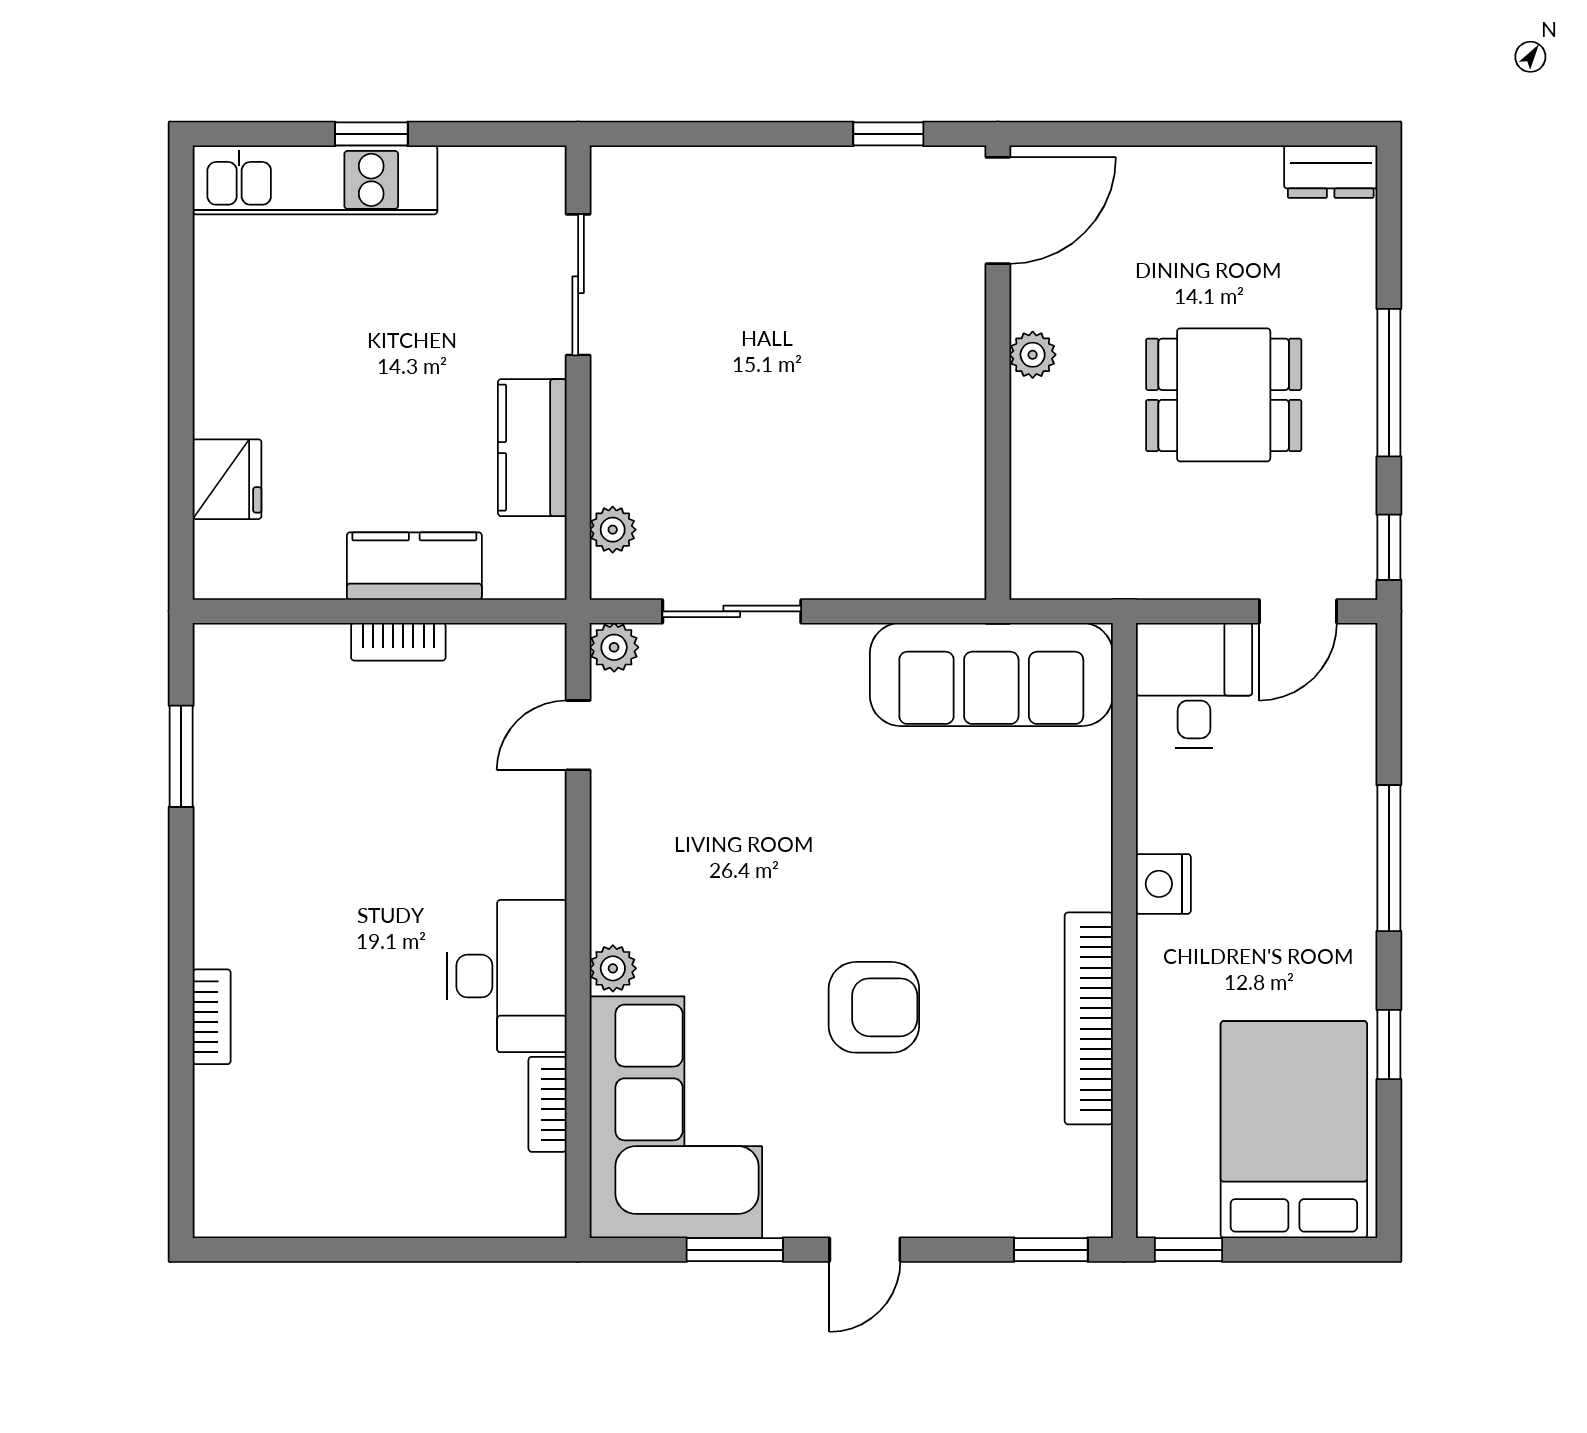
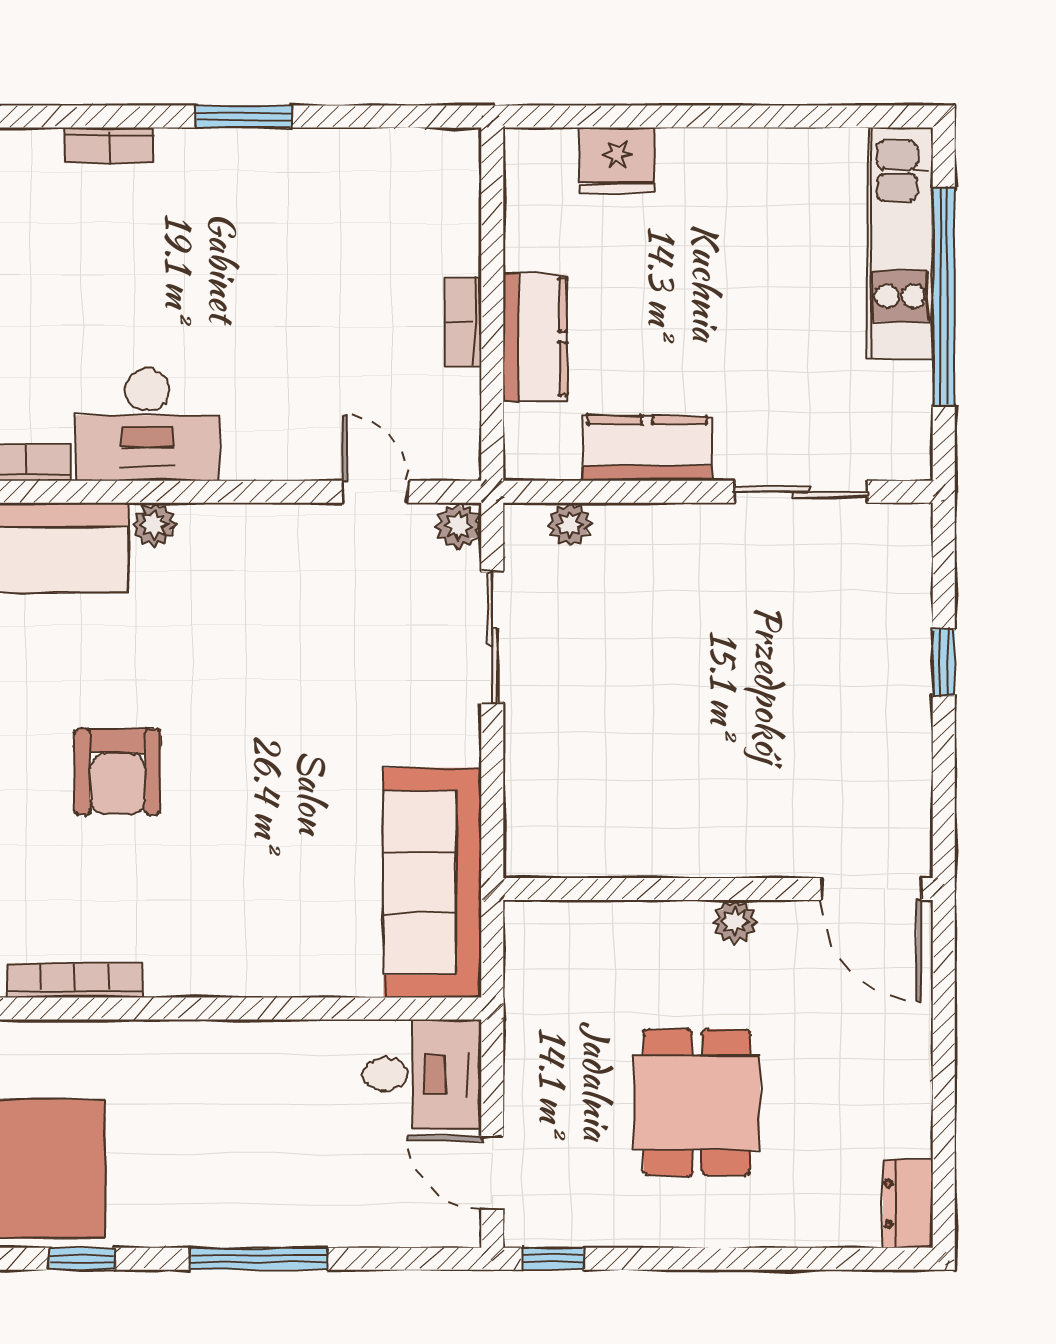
window: (371, 134) -> (944, 296), width x3.17
window: (888, 134) -> (944, 662), moved
window: (1389, 383) -> (708, 1259), removed
window: (181, 756) -> (244, 116), moved
nightstand: (1163, 884) -> (234, 1045), removed
bookcase: (1089, 1018) -> (75, 980), width x0.68, depth x0.76

